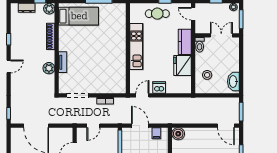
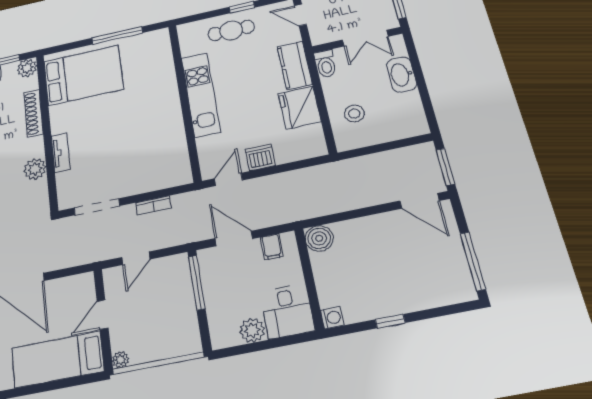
bed: (79, 16) -> (83, 75), width x1.50
double door: (221, 35) -> (365, 38), swing flipped
washbasin: (233, 81) -> (402, 75), moved

